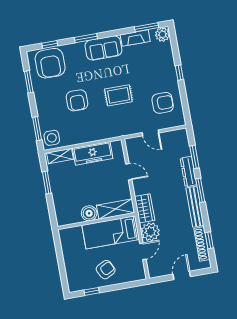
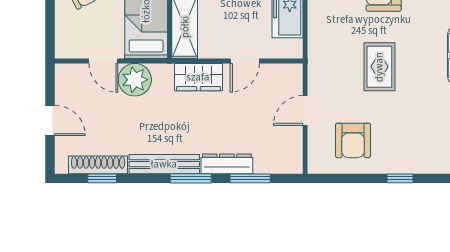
wardrobe: (145, 208) -> (198, 77), moved

